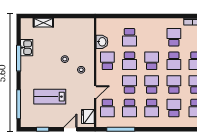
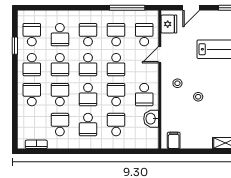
filing cabinet: (84, 25) -> (174, 140), added
school desk: (152, 37) -> (88, 125), added
school desk: (174, 37) -> (60, 125), turned 180

